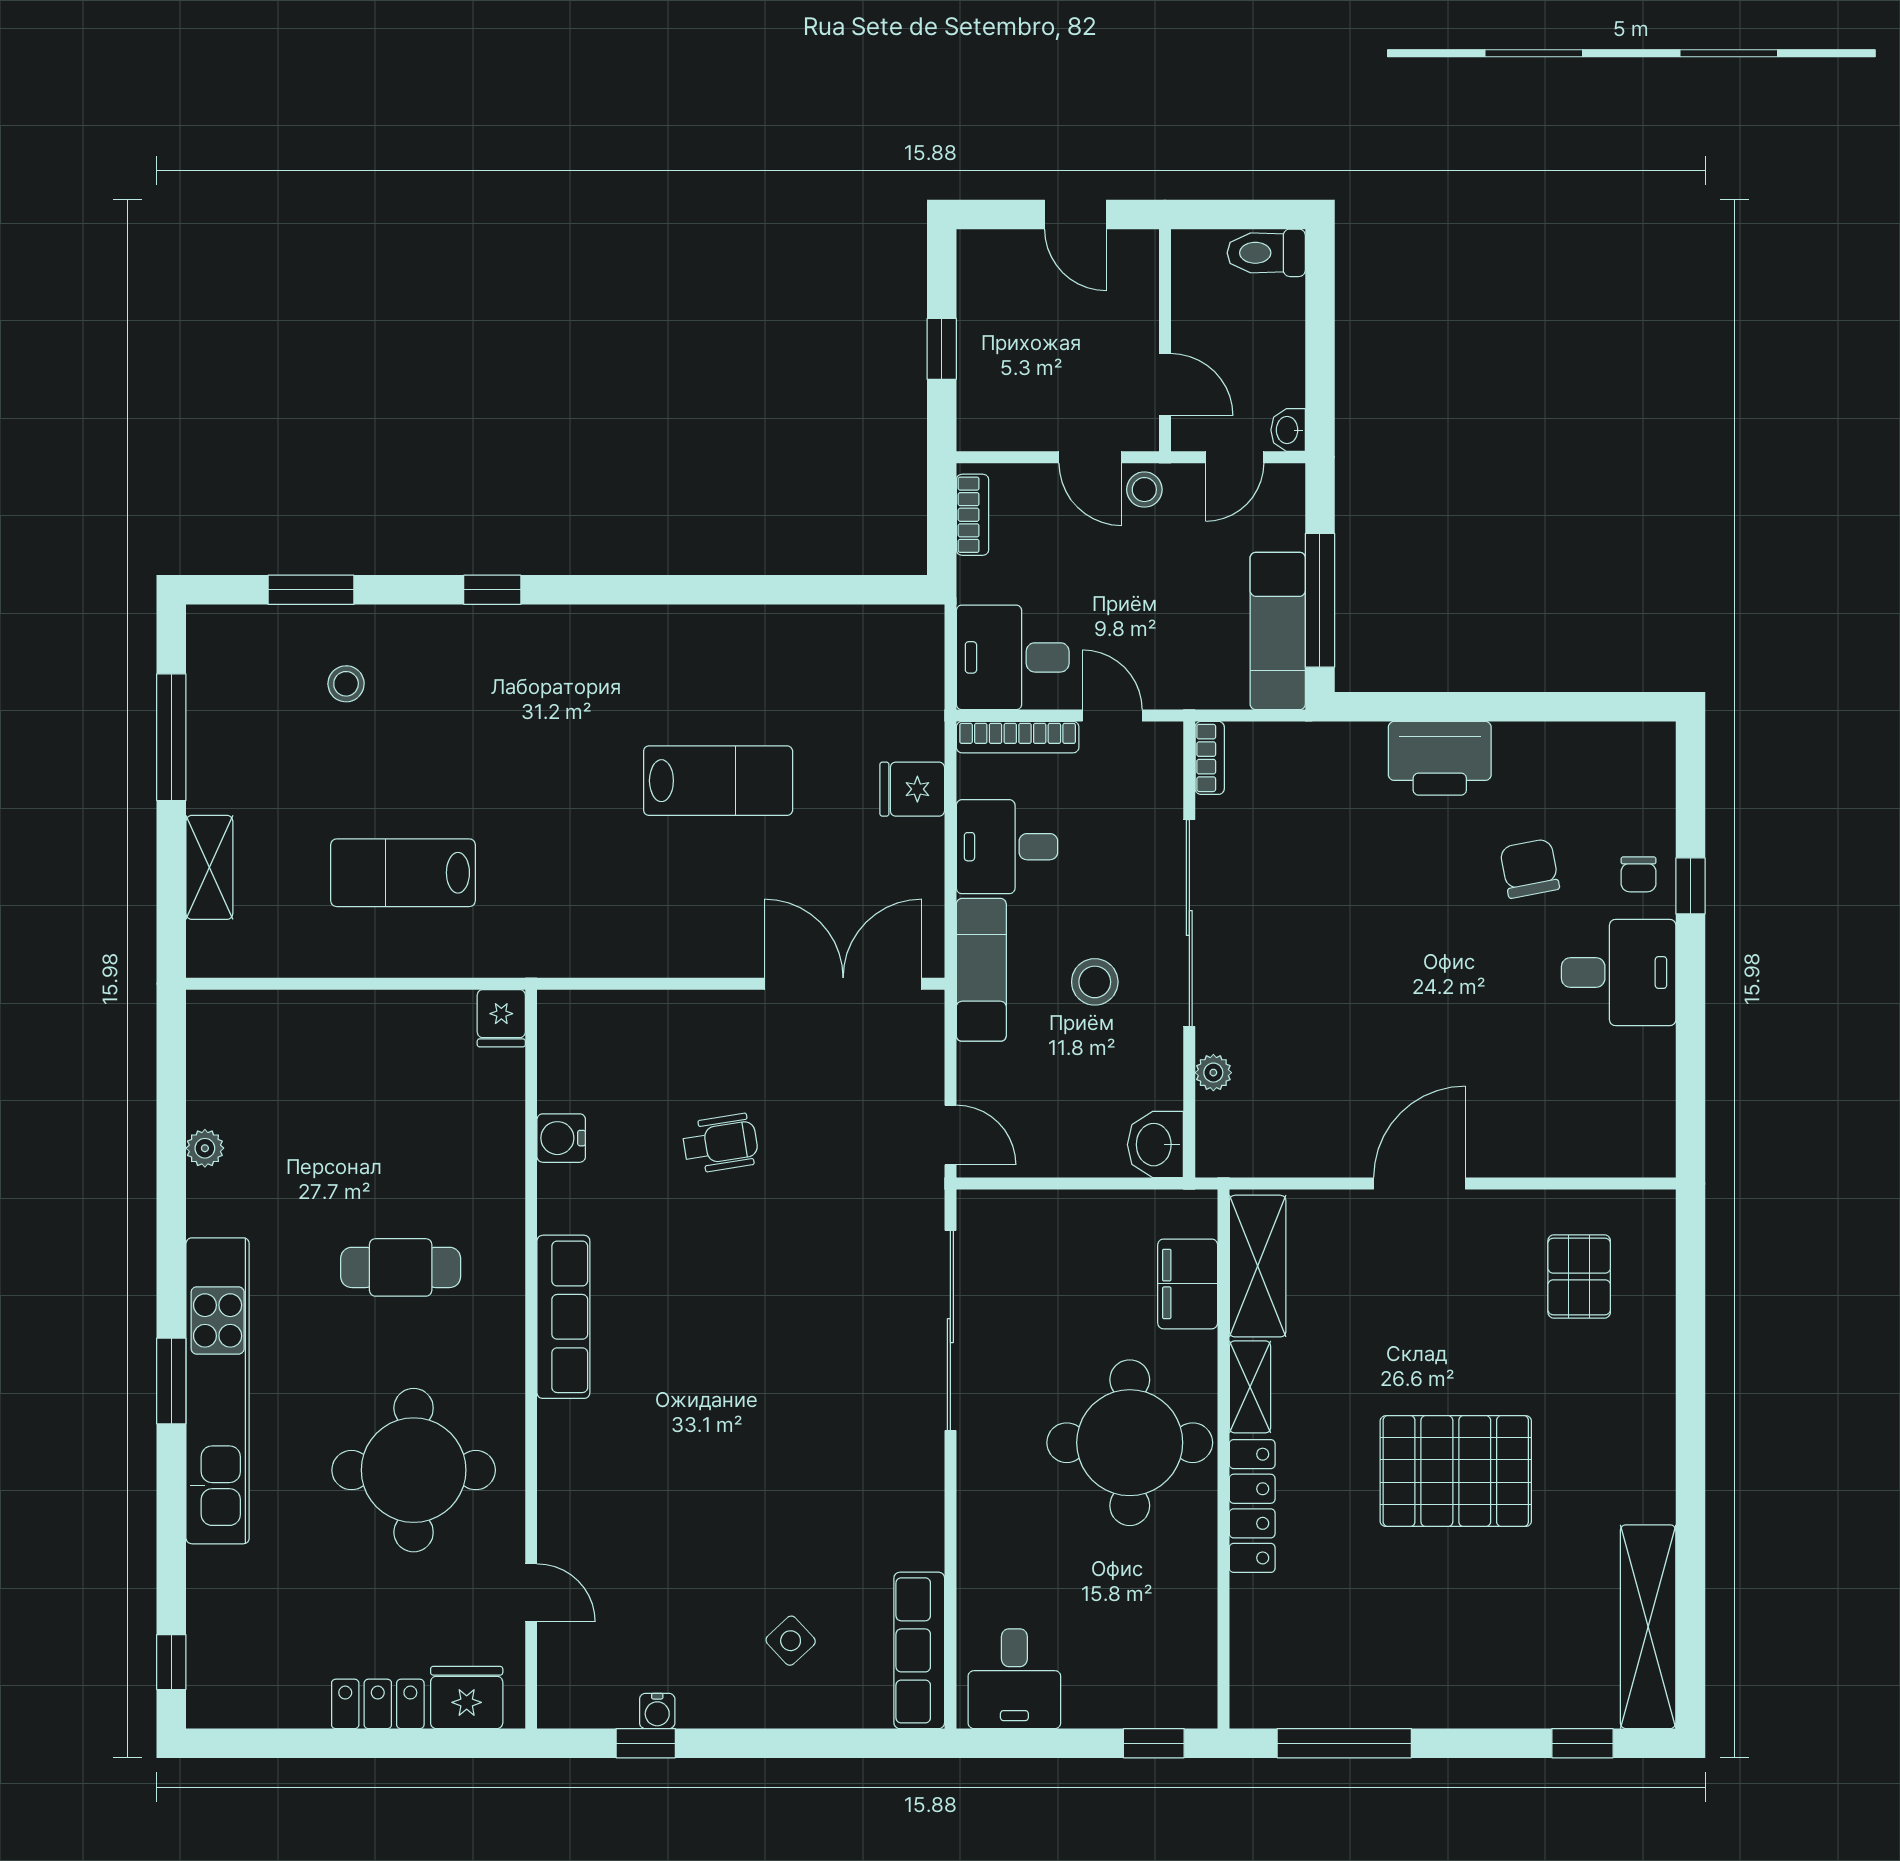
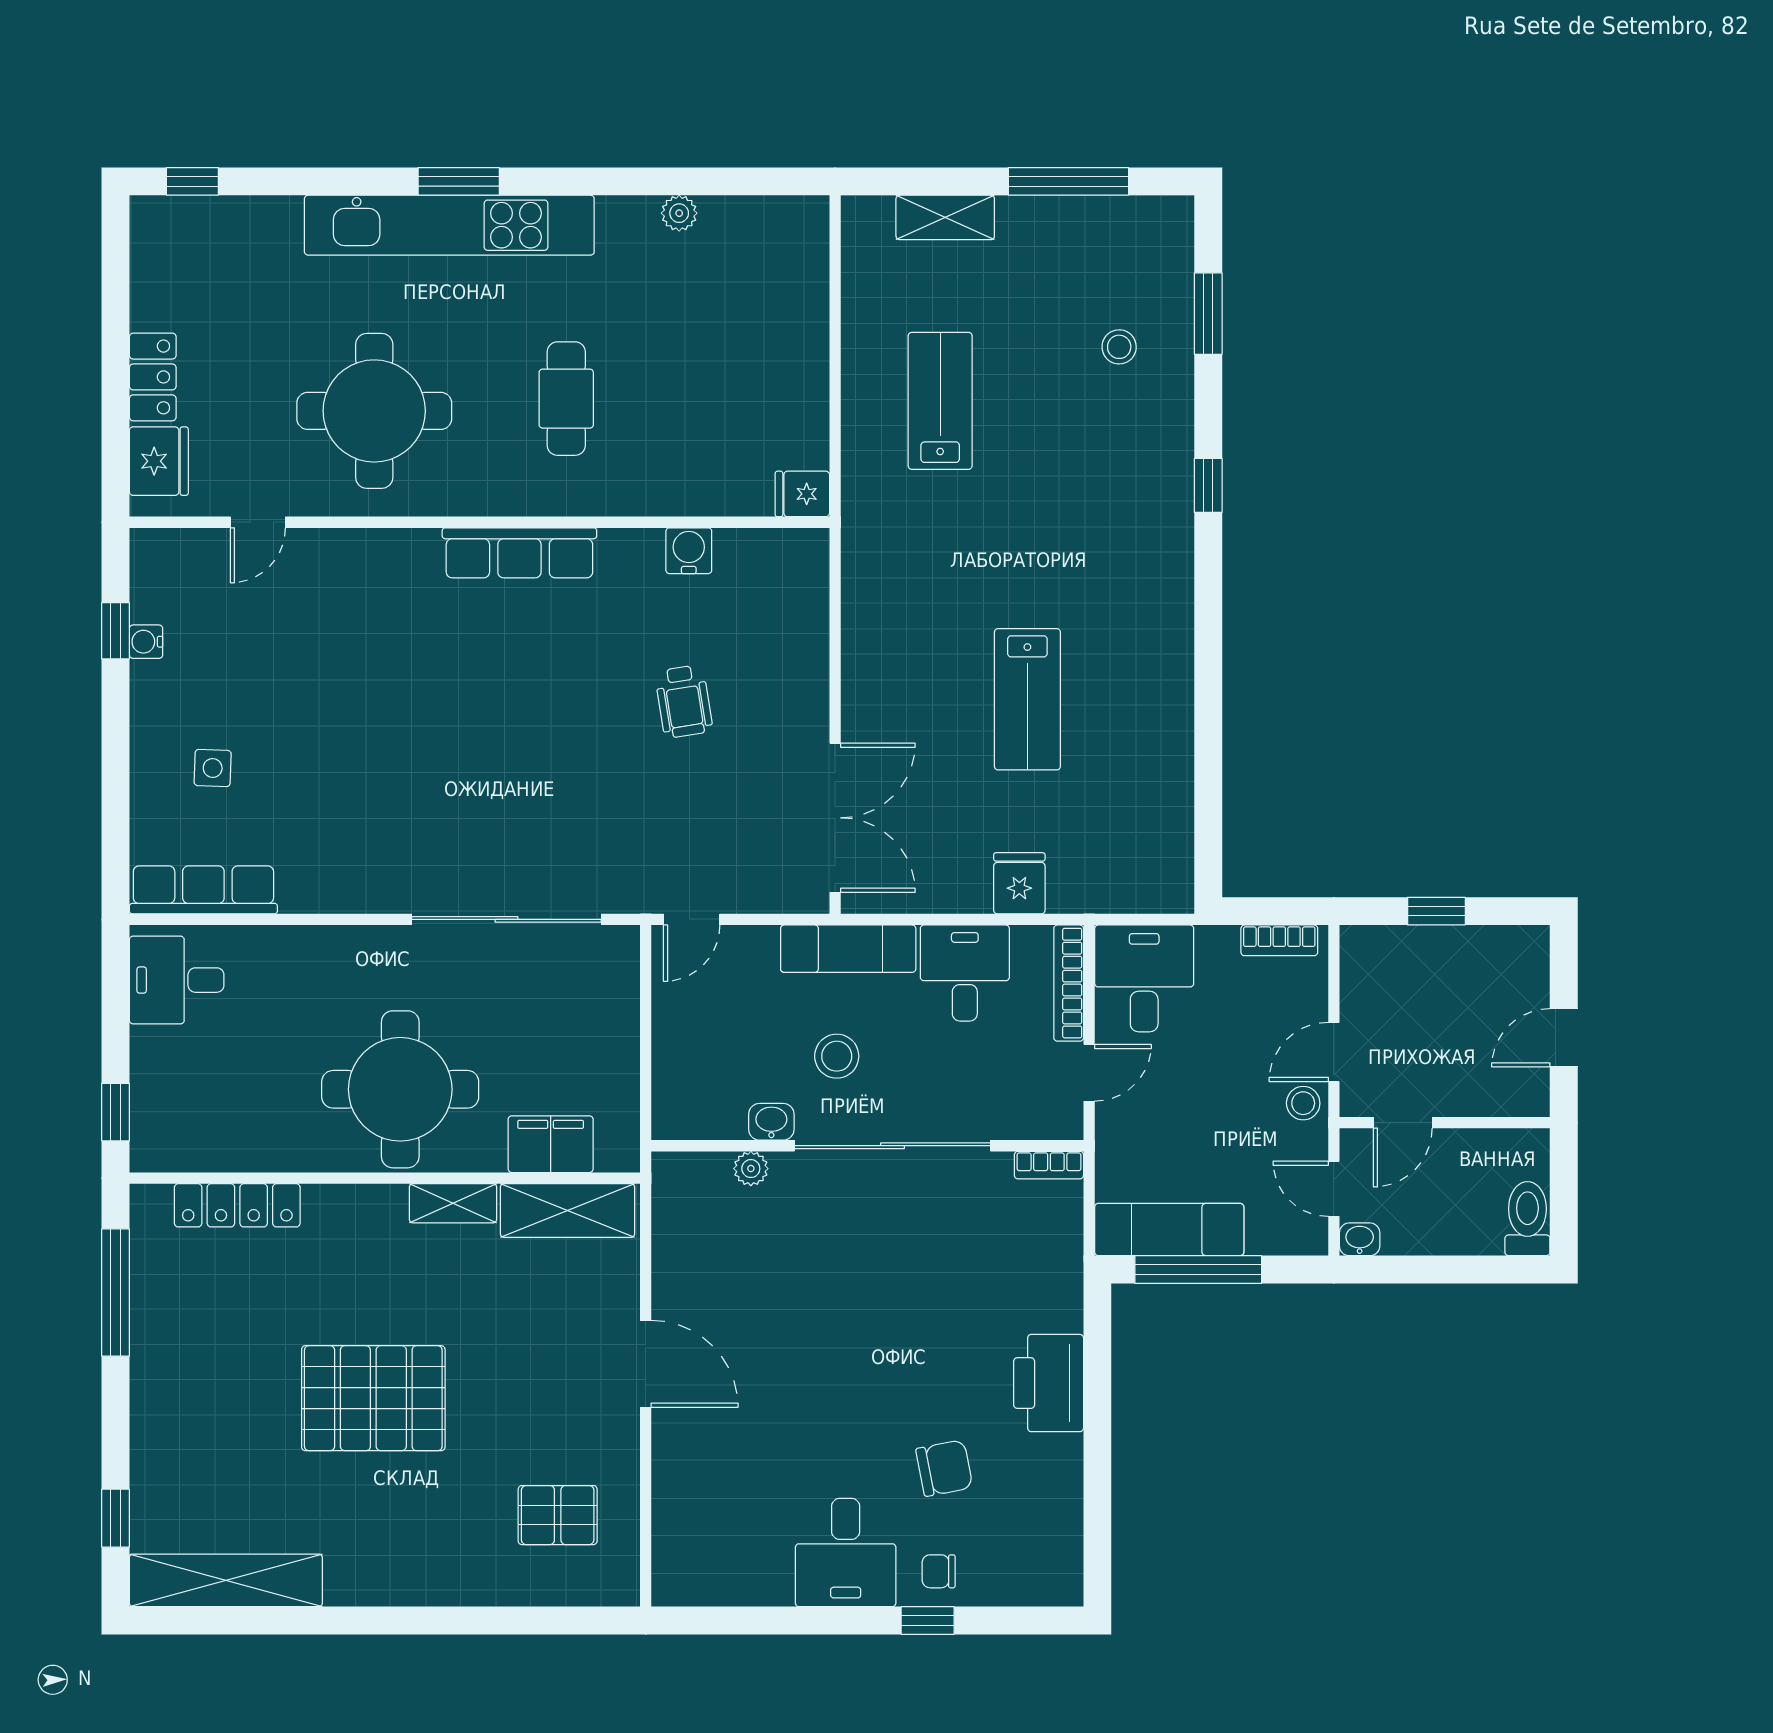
washbasin: (1155, 1145) -> (771, 1122), moved, width x0.72, depth x0.69
pallet: (1456, 1471) -> (373, 1398), turned 90
locker: (1252, 1506) -> (237, 1205), moved
side table: (791, 1641) -> (213, 768), turned 45

